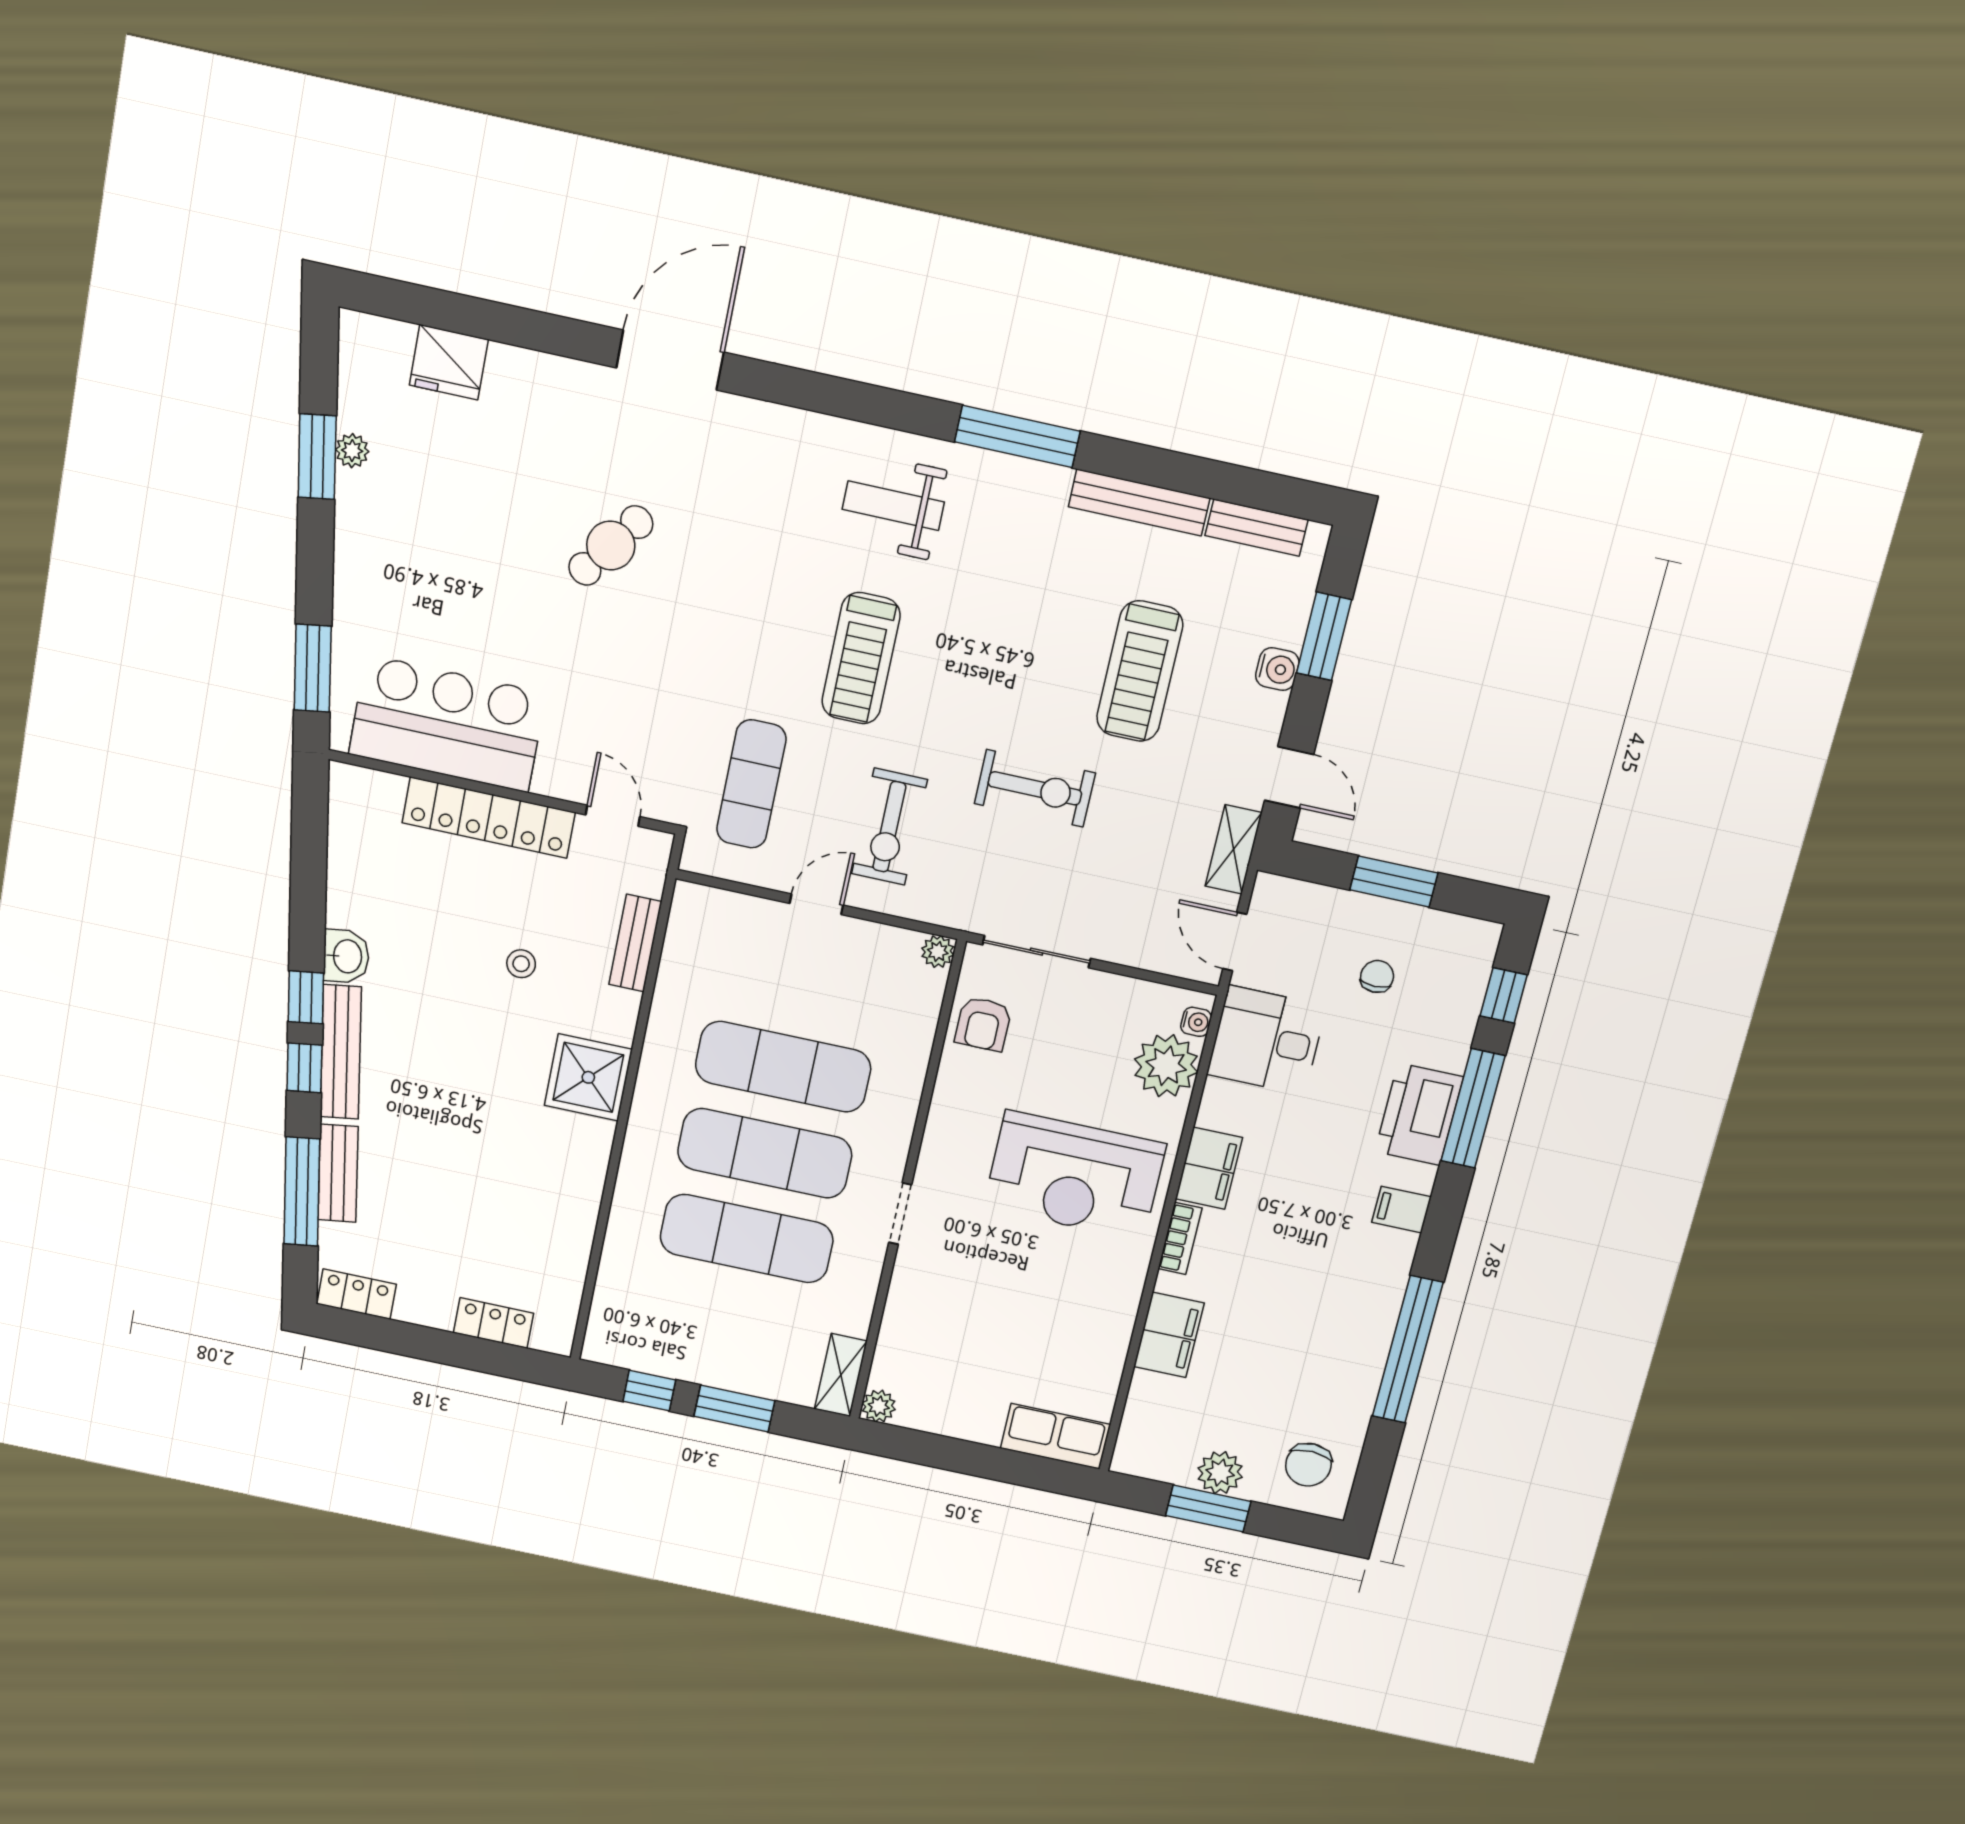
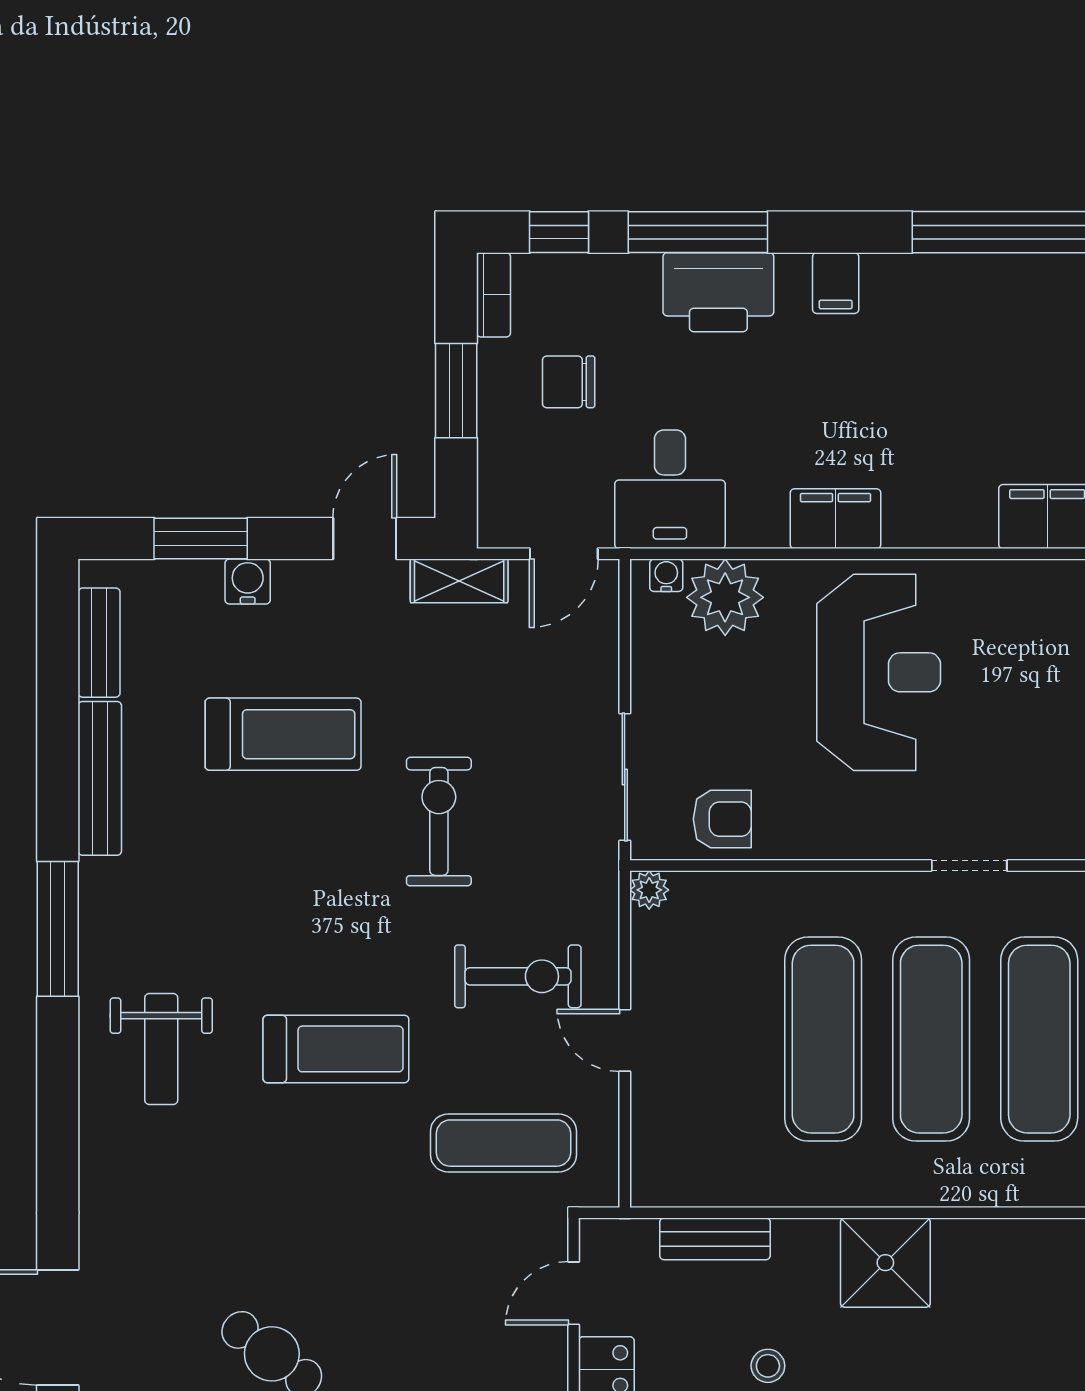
chair: (1377, 976) -> (569, 382), width x1.37, depth x1.37
bookcase: (1180, 1238) -> (494, 295), moved, turned 90

